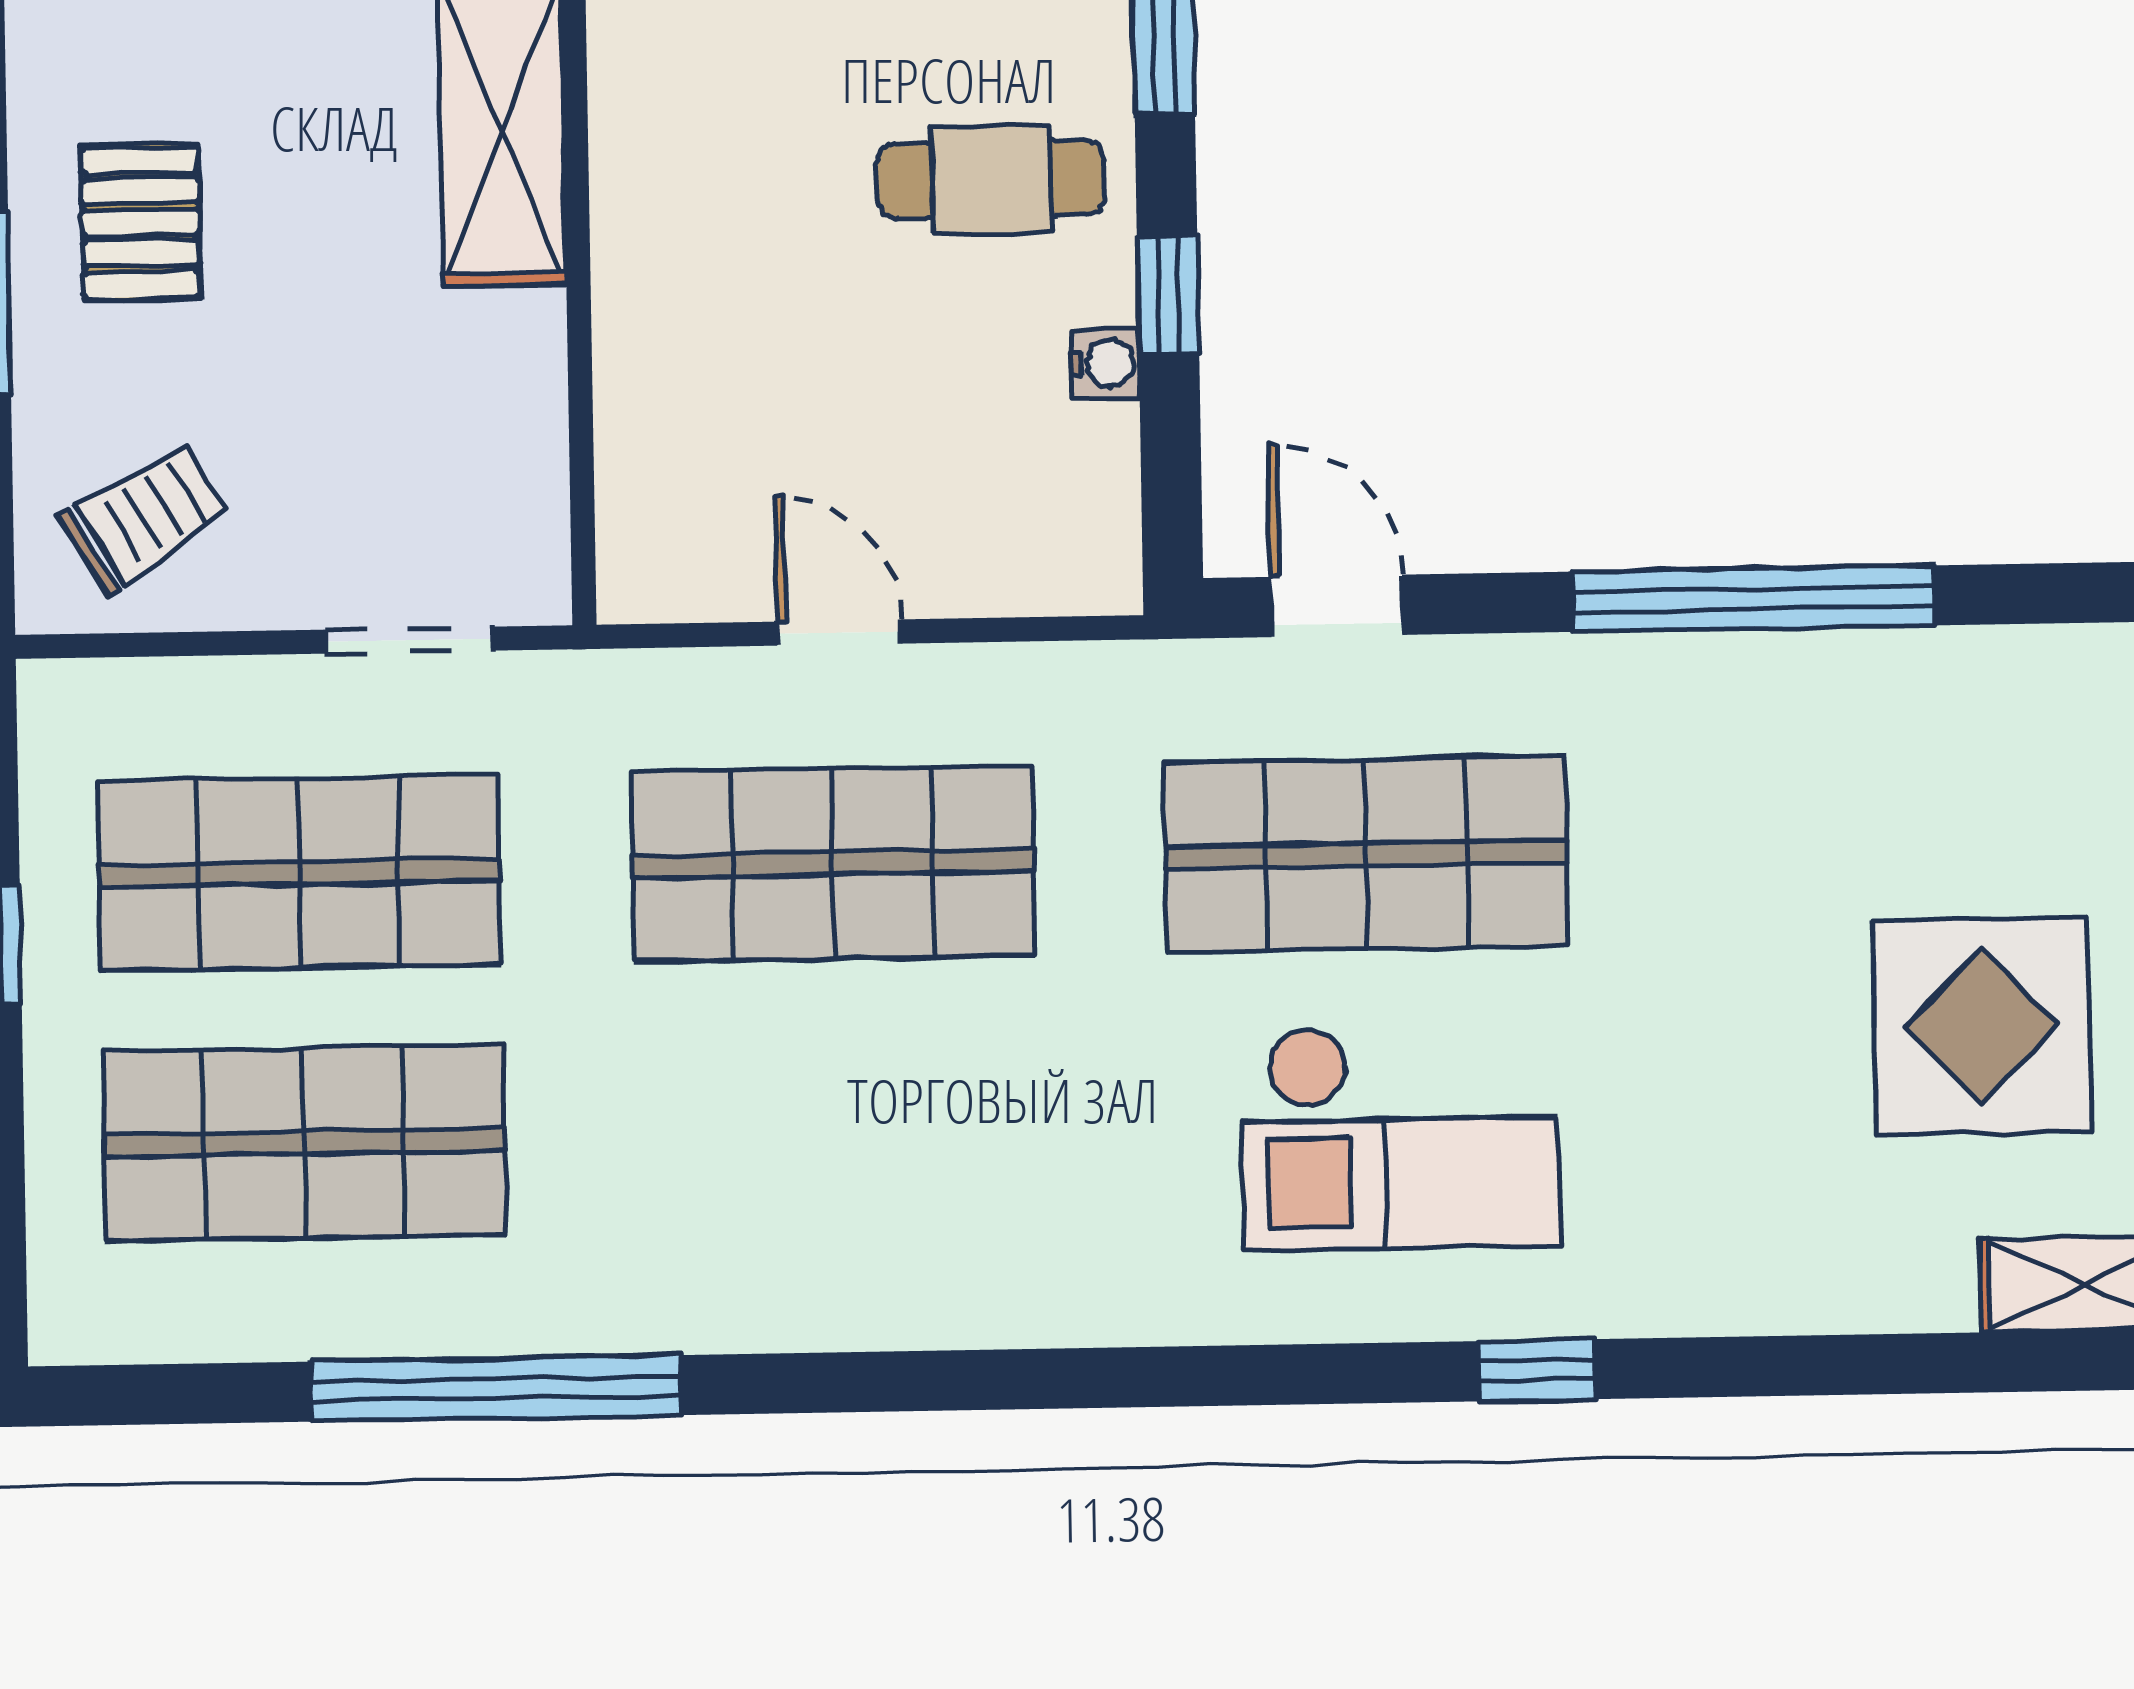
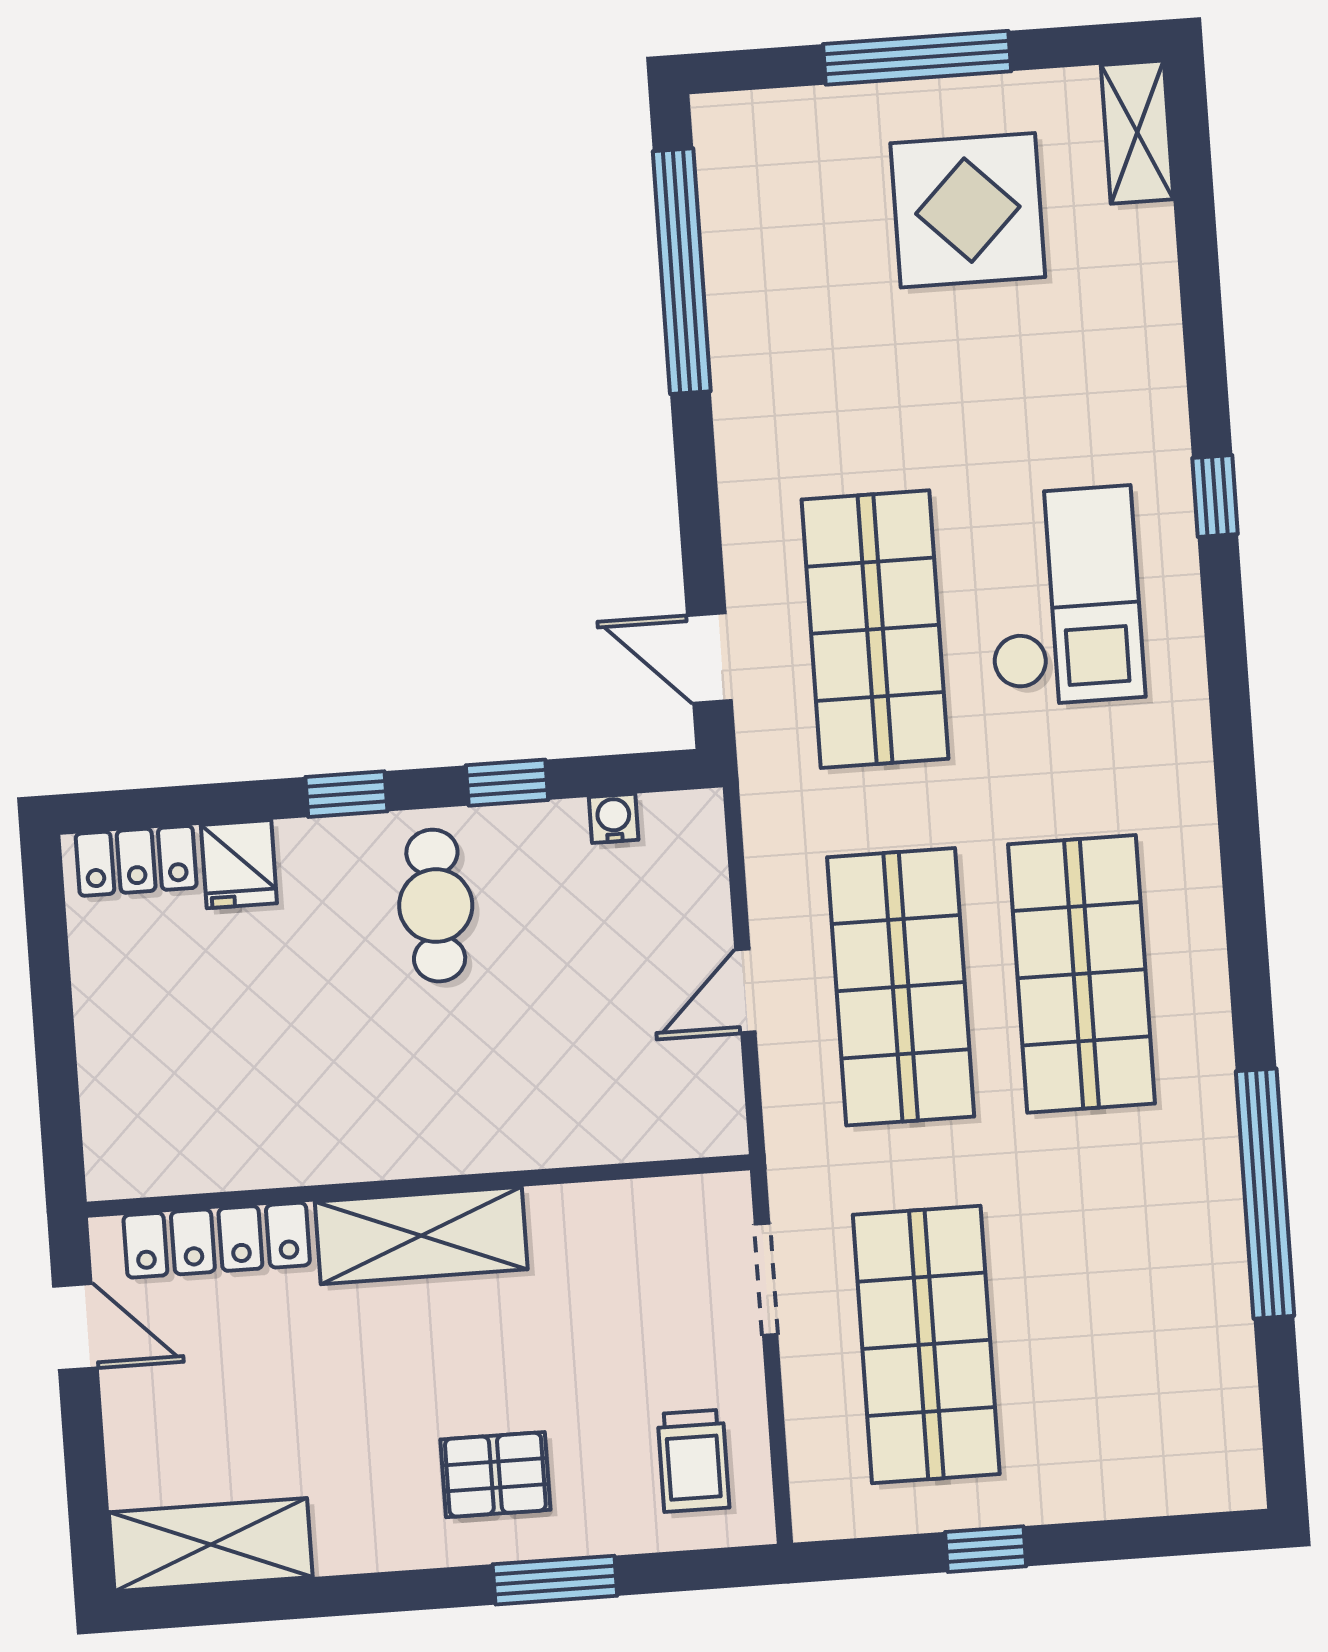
water cooler: (1105, 363) -> (614, 818), moved
trolley: (145, 517) -> (693, 1461), turned -149
window: (1754, 599) -> (682, 271), moved
door: (1337, 606) -> (709, 658), hinge flipped
shop shelf: (304, 1143) -> (1082, 974), moved

